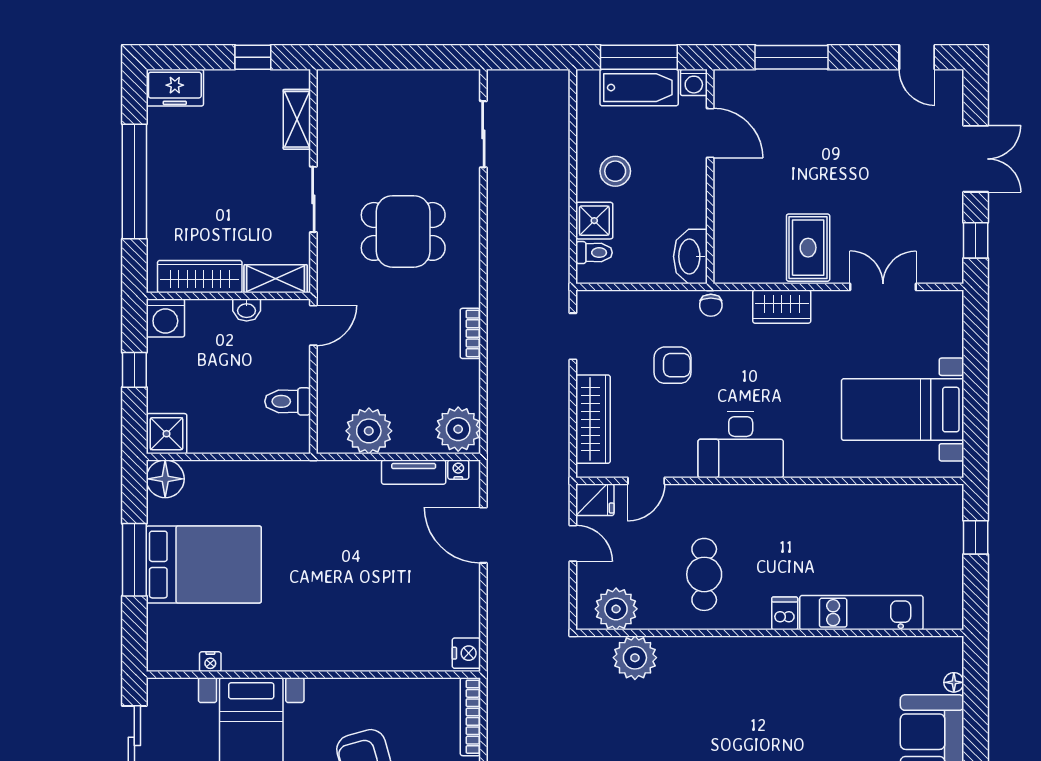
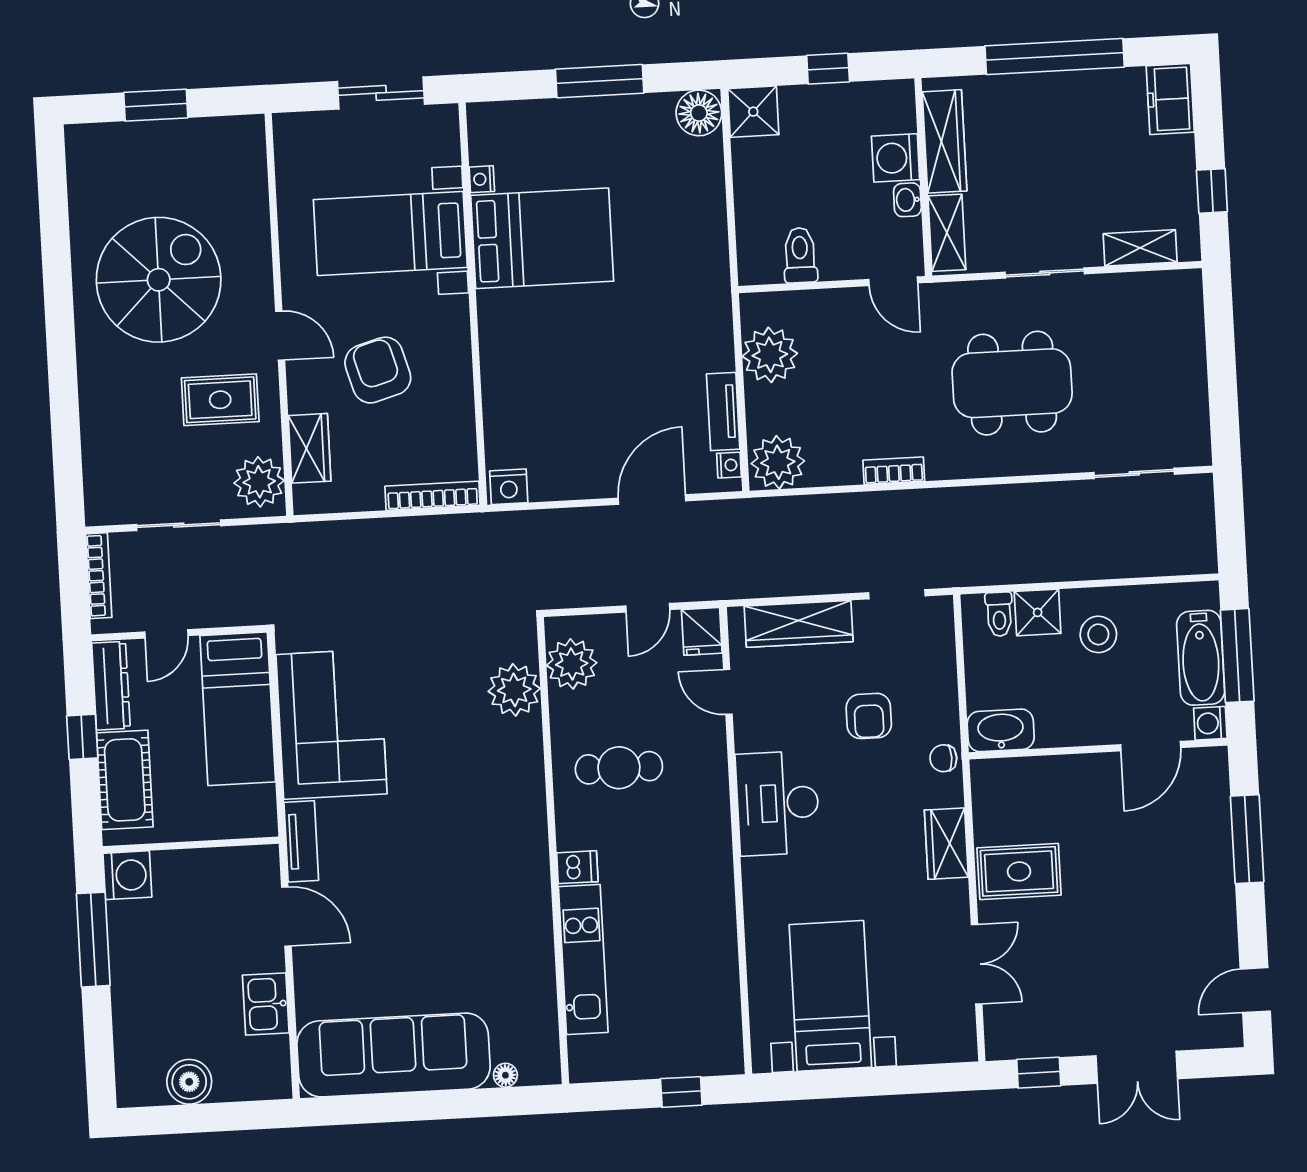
dining table: (403, 231) -> (1012, 383), width x1.38
washing machine: (165, 318) -> (896, 158), moved
bed: (204, 565) -> (542, 238), moved, turned -90

